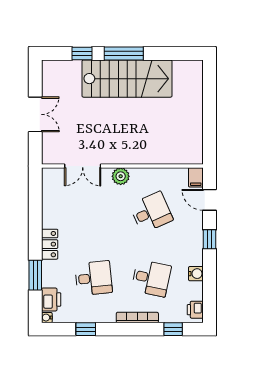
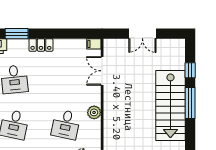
plant: (121, 176) -> (94, 112), moved
filing cabinet: (48, 177) -> (94, 44), added
desk: (151, 212) -> (66, 124), turned 36

